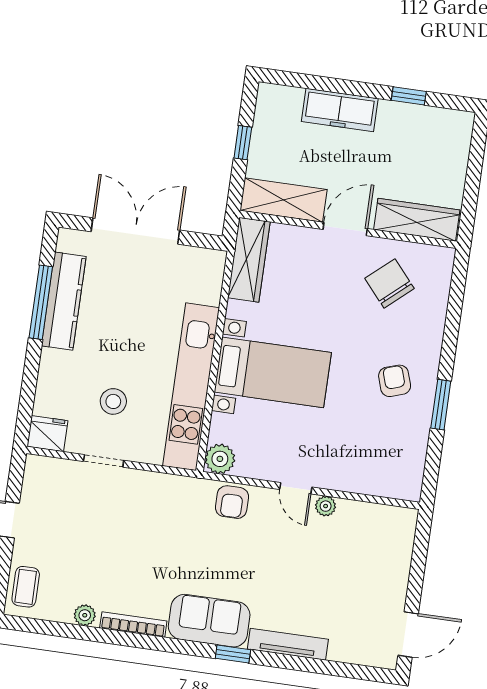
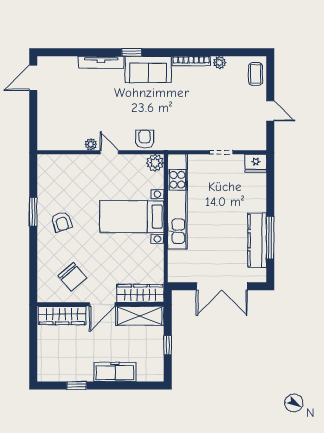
wardrobe: (249, 260) -> (140, 293), moved, turned 90
stool: (113, 401) -> (221, 187), removed

